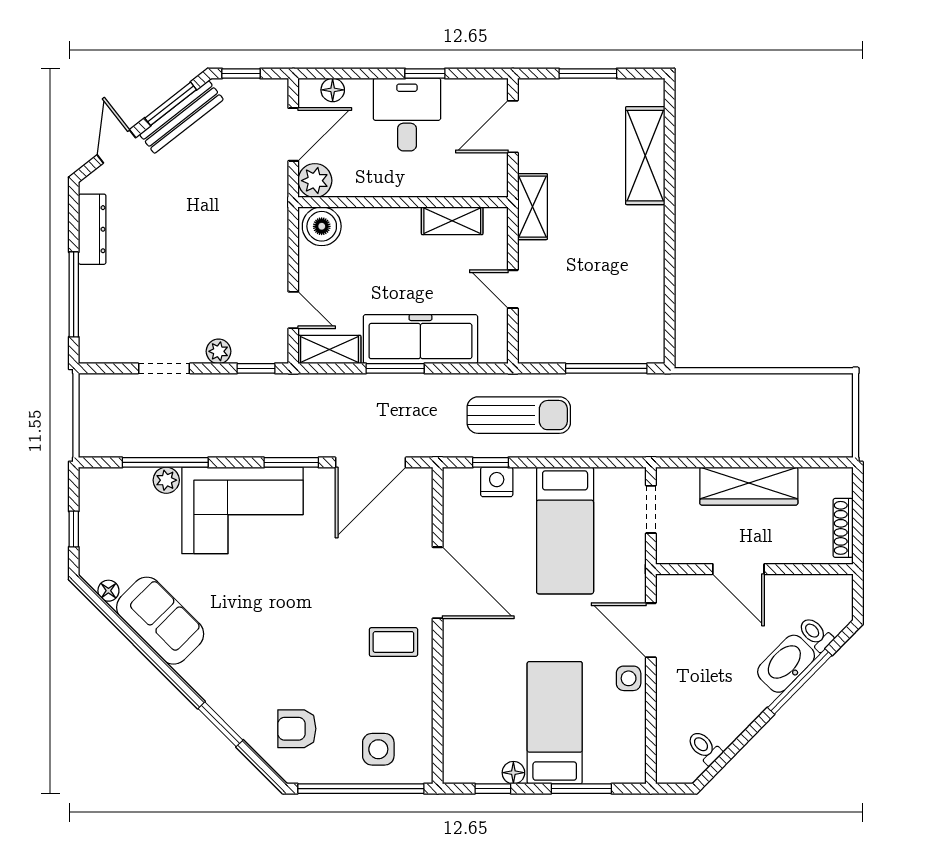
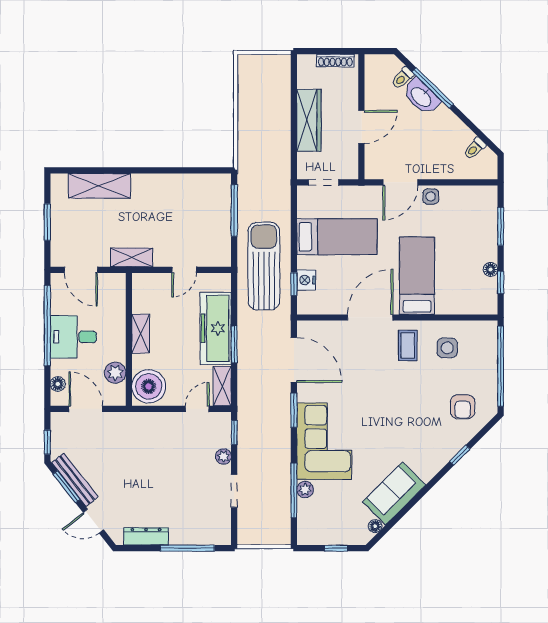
window: (425, 74) -> (47, 326), width x3.17
plant: (315, 181) -> (115, 373), moved
shelving: (452, 221) -> (141, 334), moved
boiler: (322, 226) -> (149, 386), width x1.37, depth x1.37
sun lounger: (519, 415) -> (264, 266), width x1.36, depth x1.34
bed: (555, 723) -> (417, 276), moved, turned 90
window: (221, 724) -> (460, 455), width x0.67
side table: (378, 749) -> (447, 348), moved

